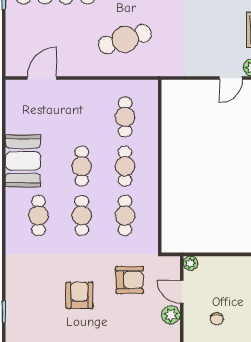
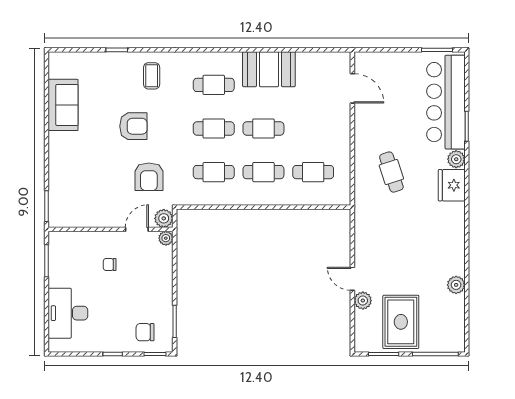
cafe table: (125, 39) -> (391, 172), width x0.73, depth x0.74
coffee table: (30, 277) -> (152, 76), added
plant: (171, 315) -> (164, 218), moved

